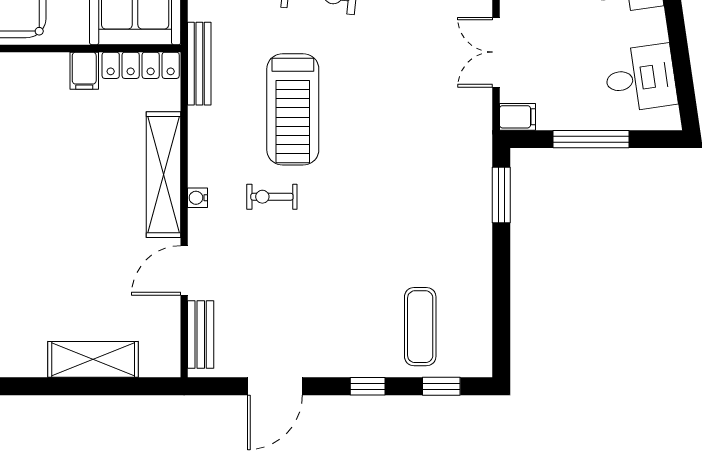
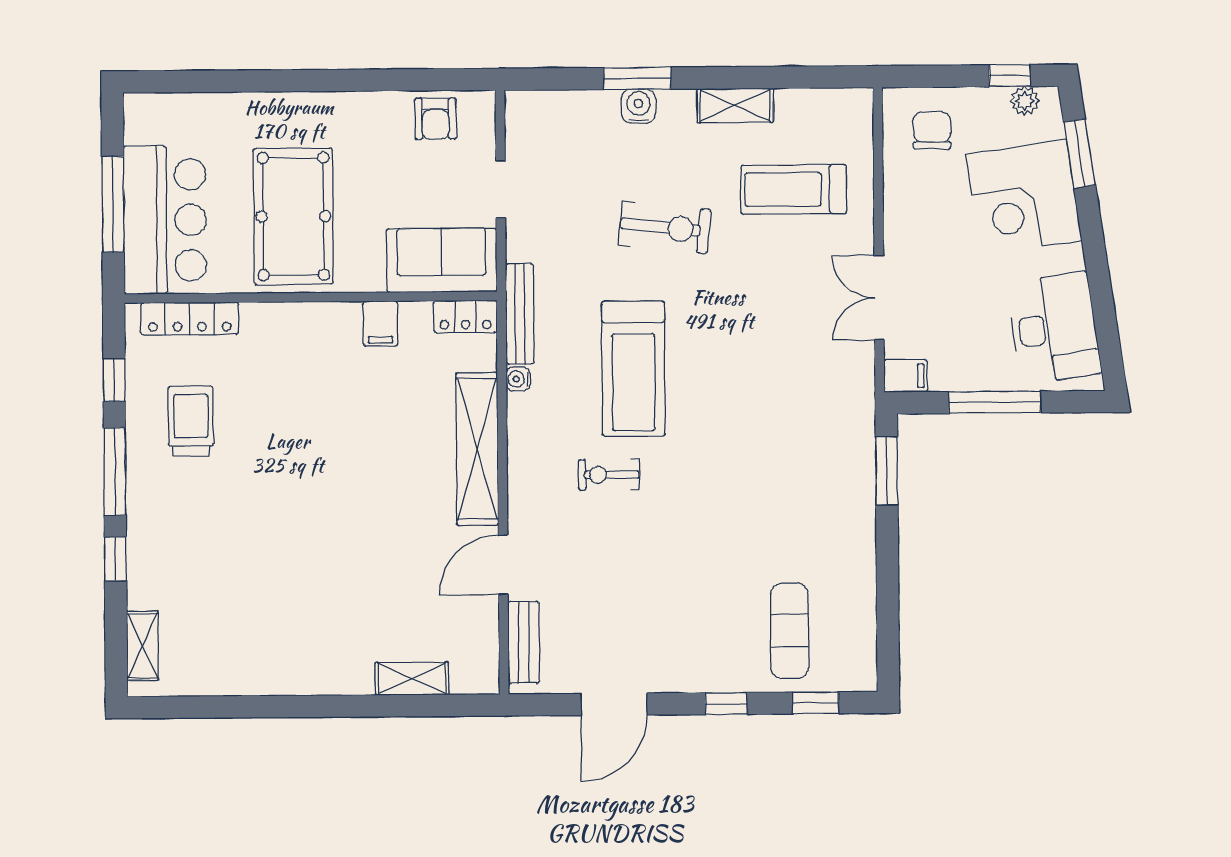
locker: (141, 65) -> (465, 317), width x0.66
desk: (640, 78) -> (1054, 328), width x1.37
water cooler: (198, 198) -> (518, 379), moved
shelving: (93, 359) -> (412, 679), width x0.67, depth x0.75

